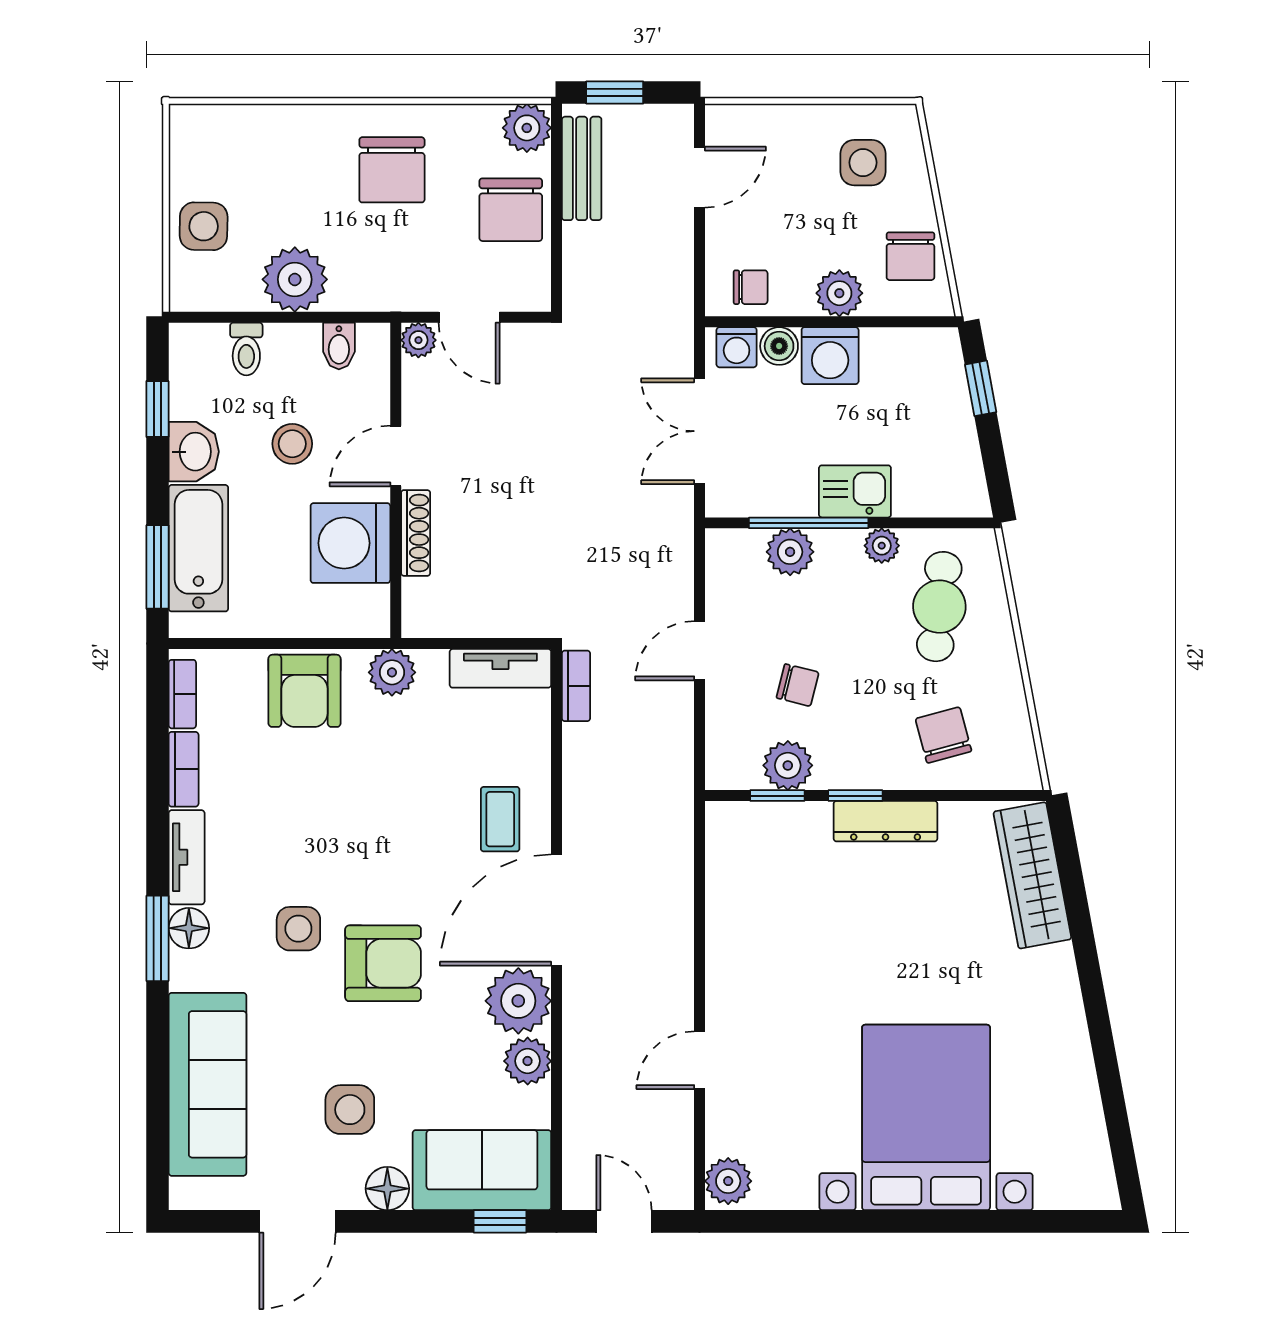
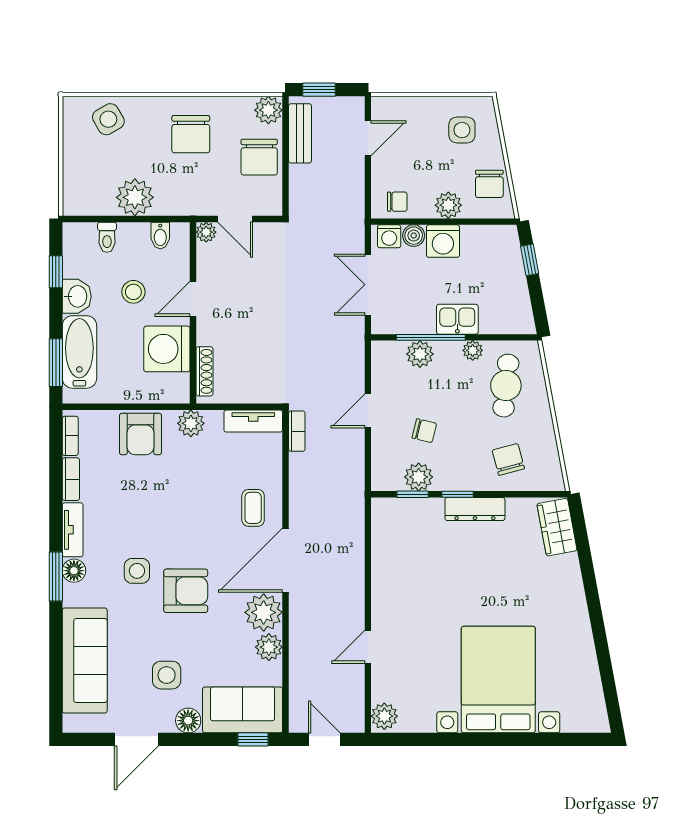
side table: (204, 226) -> (108, 119), moved, turned -31
shoe rack: (416, 533) -> (204, 371), moved
wardrobe: (1032, 875) -> (557, 527), width x0.67

